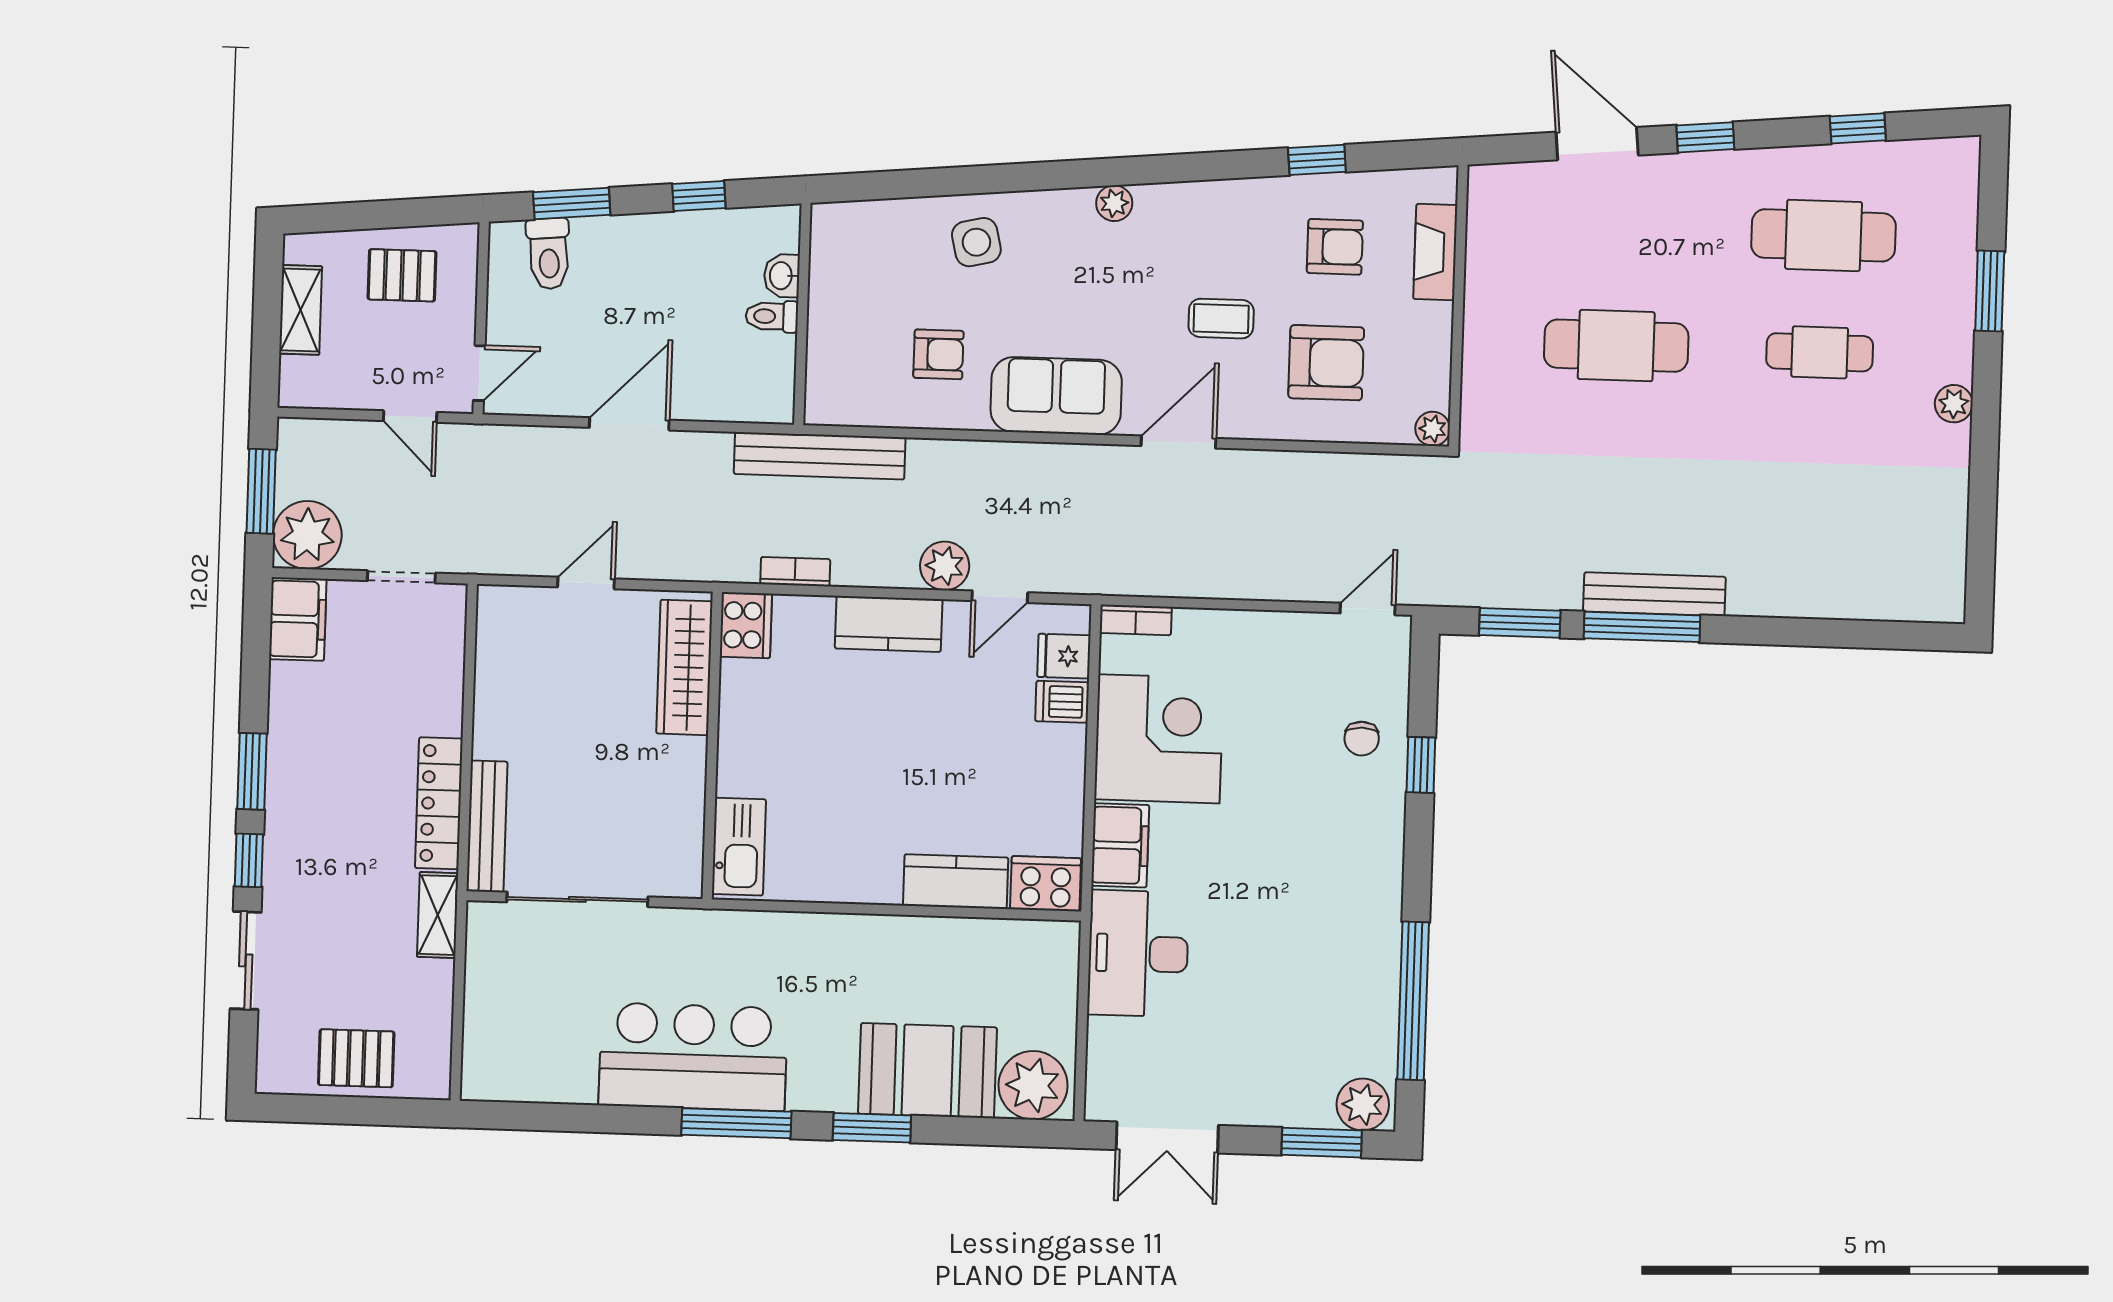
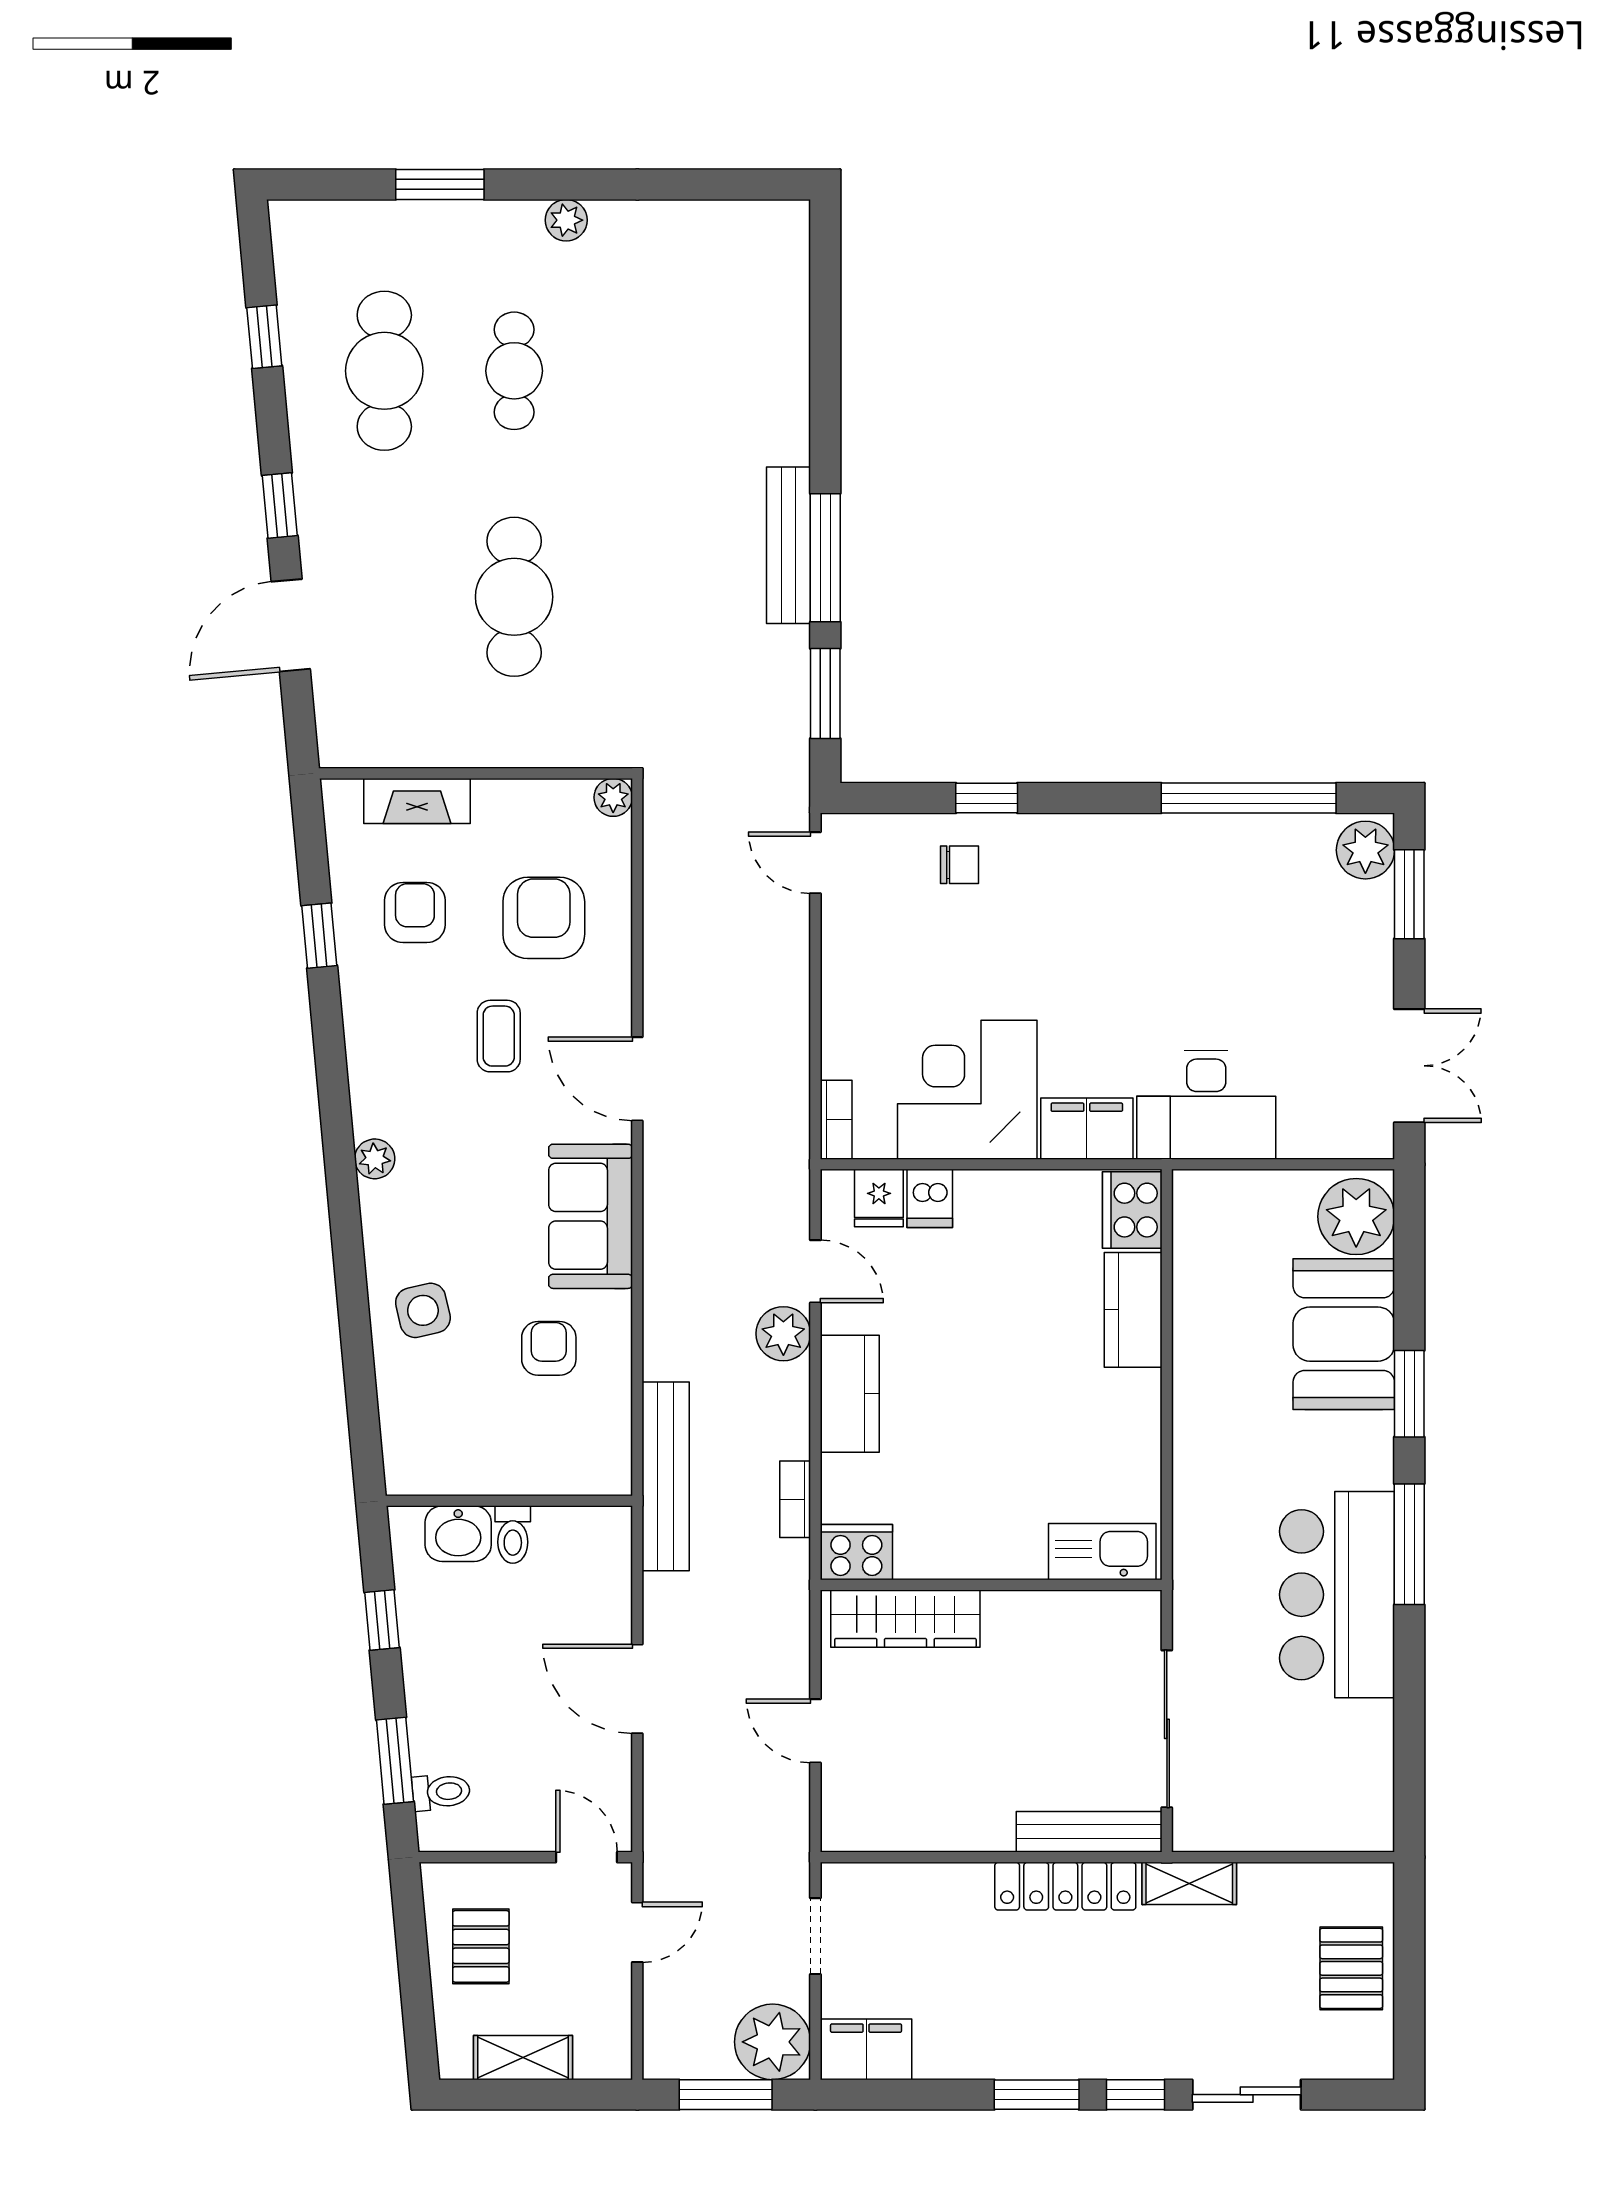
toilet: (549, 254) -> (441, 1792), width x0.73, depth x0.72
washbasin: (782, 276) -> (458, 1534), width x1.38, depth x1.45

